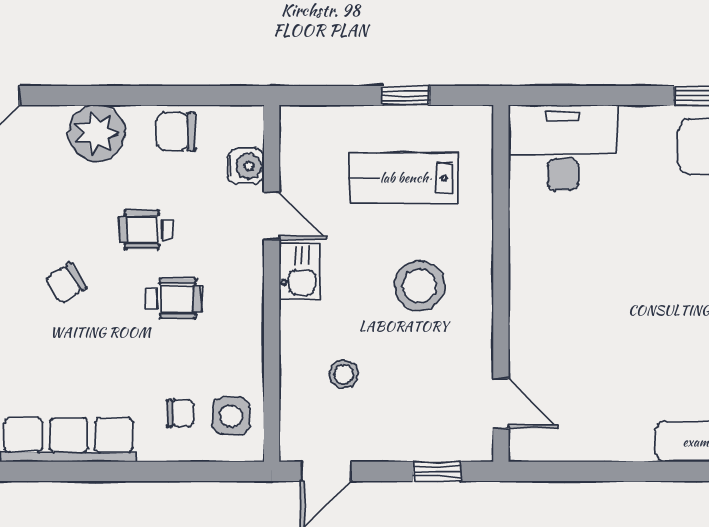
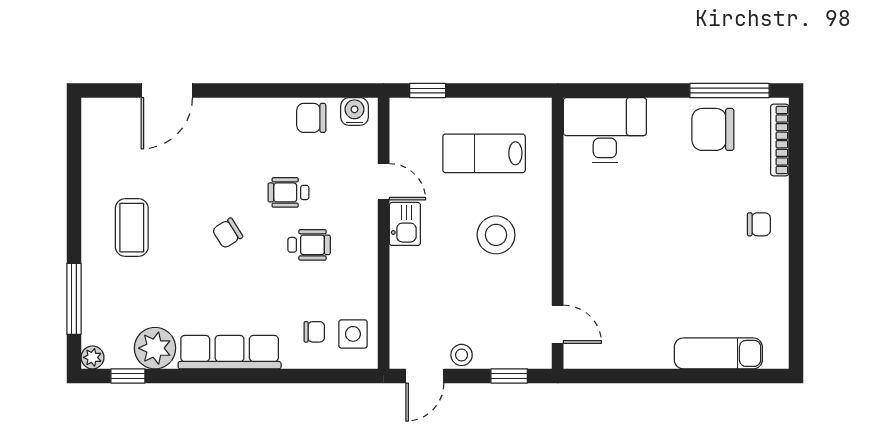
window: (406, 95) -> (428, 91), moved
plant: (97, 133) -> (251, 119), removed
water cooler: (246, 166) -> (354, 112), moved, turned -90
stool: (344, 374) -> (462, 355), moved

